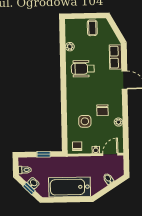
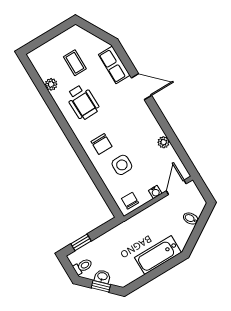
coffee table: (92, 28) -> (75, 63), moved
wheelchair: (83, 69) -> (83, 102), turned -91
chair: (102, 110) -> (102, 144), moved
window: (44, 154) -> (81, 242), moved
bathtub: (70, 187) -> (158, 255), width x0.73, depth x0.73

